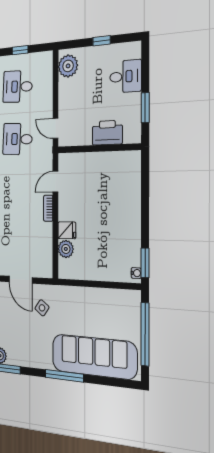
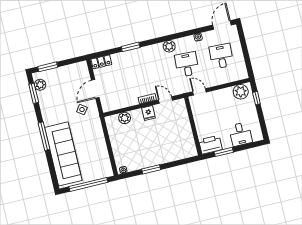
window: (101, 41) -> (256, 98), moved
window: (20, 50) -> (245, 52), removed
door: (55, 128) -> (199, 92), hinge flipped
printer: (107, 133) -> (210, 145), moved, turned -90
fridge: (67, 230) -> (149, 113), moved
window: (145, 263) -> (151, 169), moved

